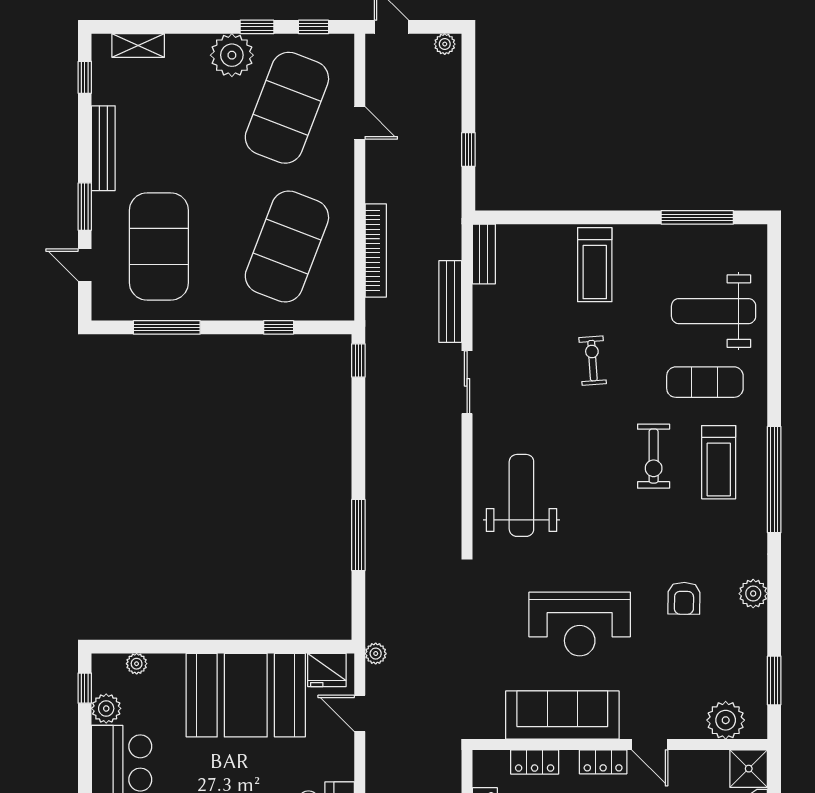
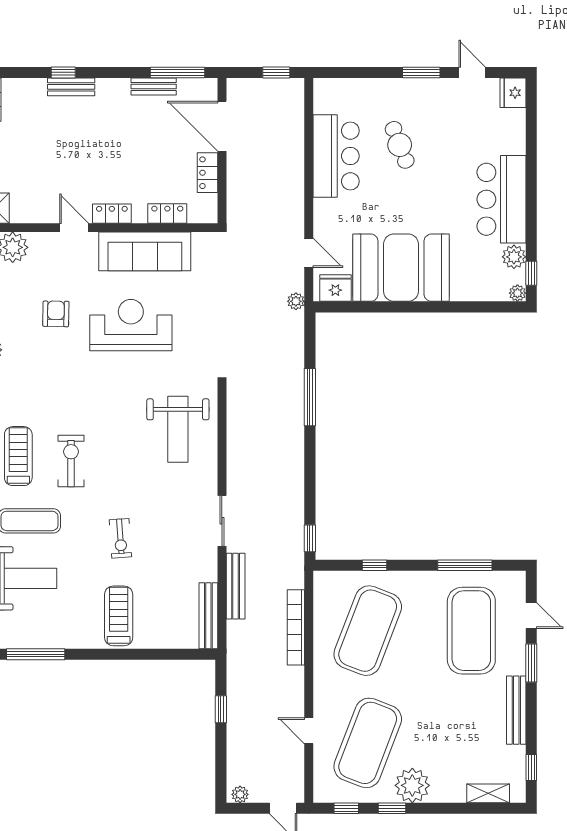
bench: (484, 254) -> (208, 616), width x1.36
armchair: (684, 598) -> (56, 314), moved
plant: (137, 664) -> (517, 293), moved

